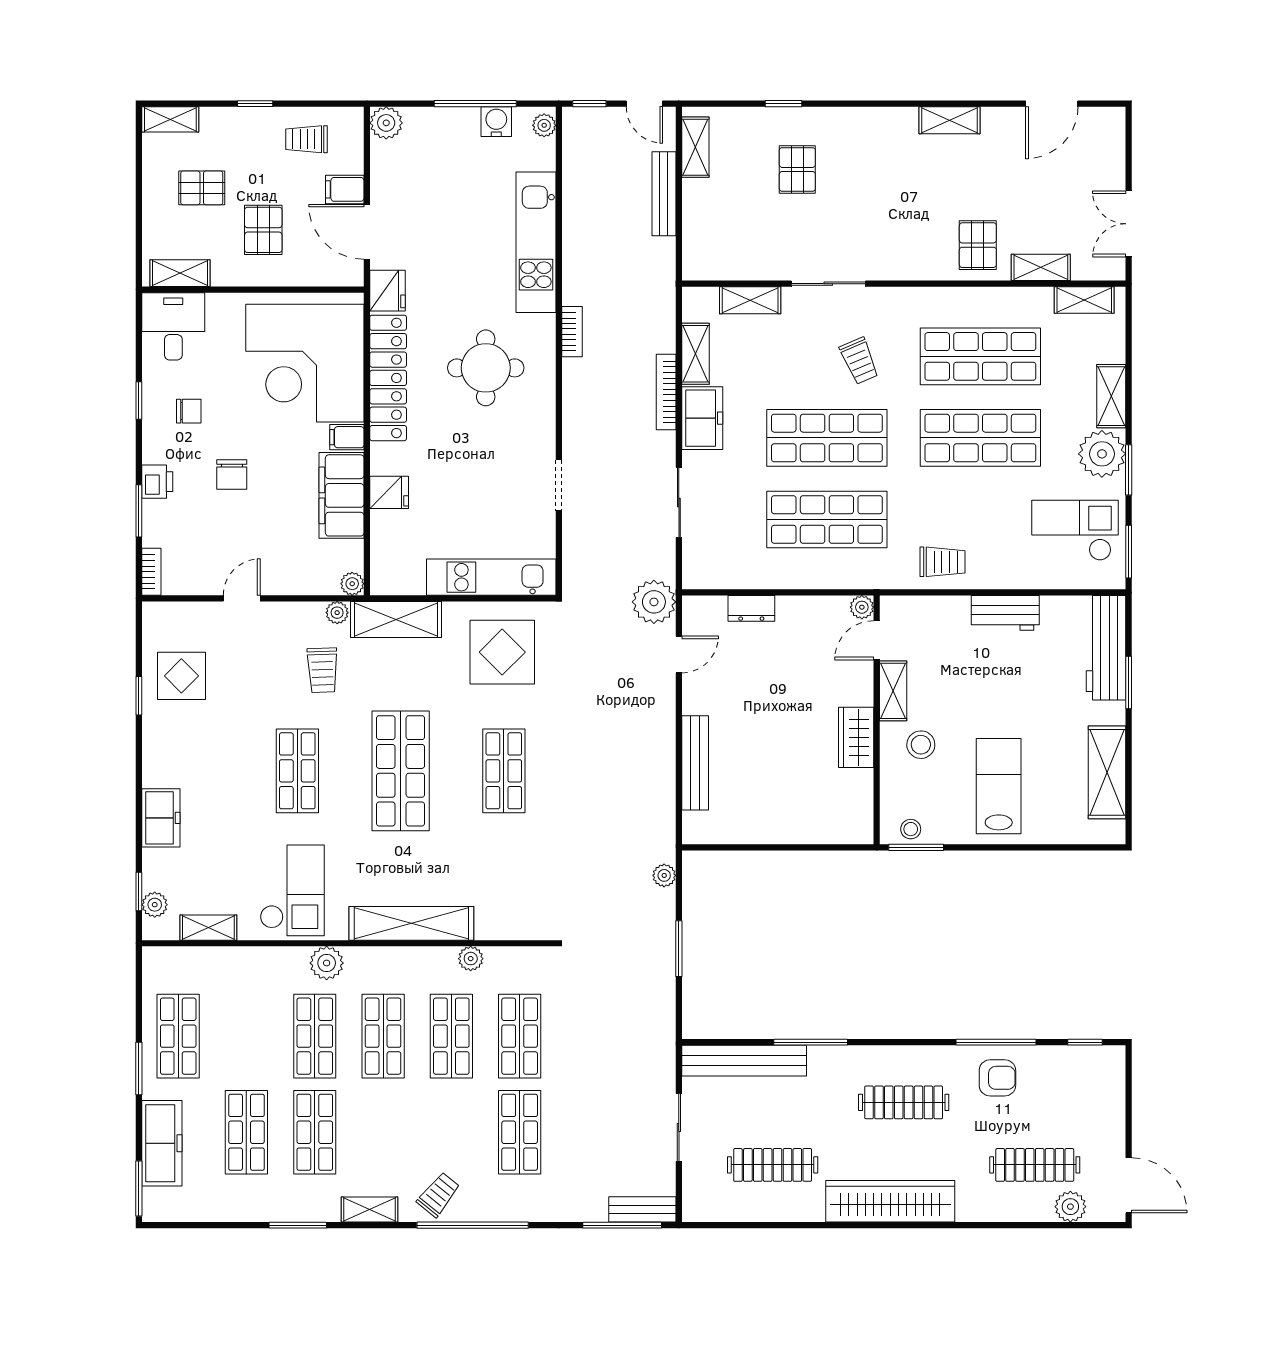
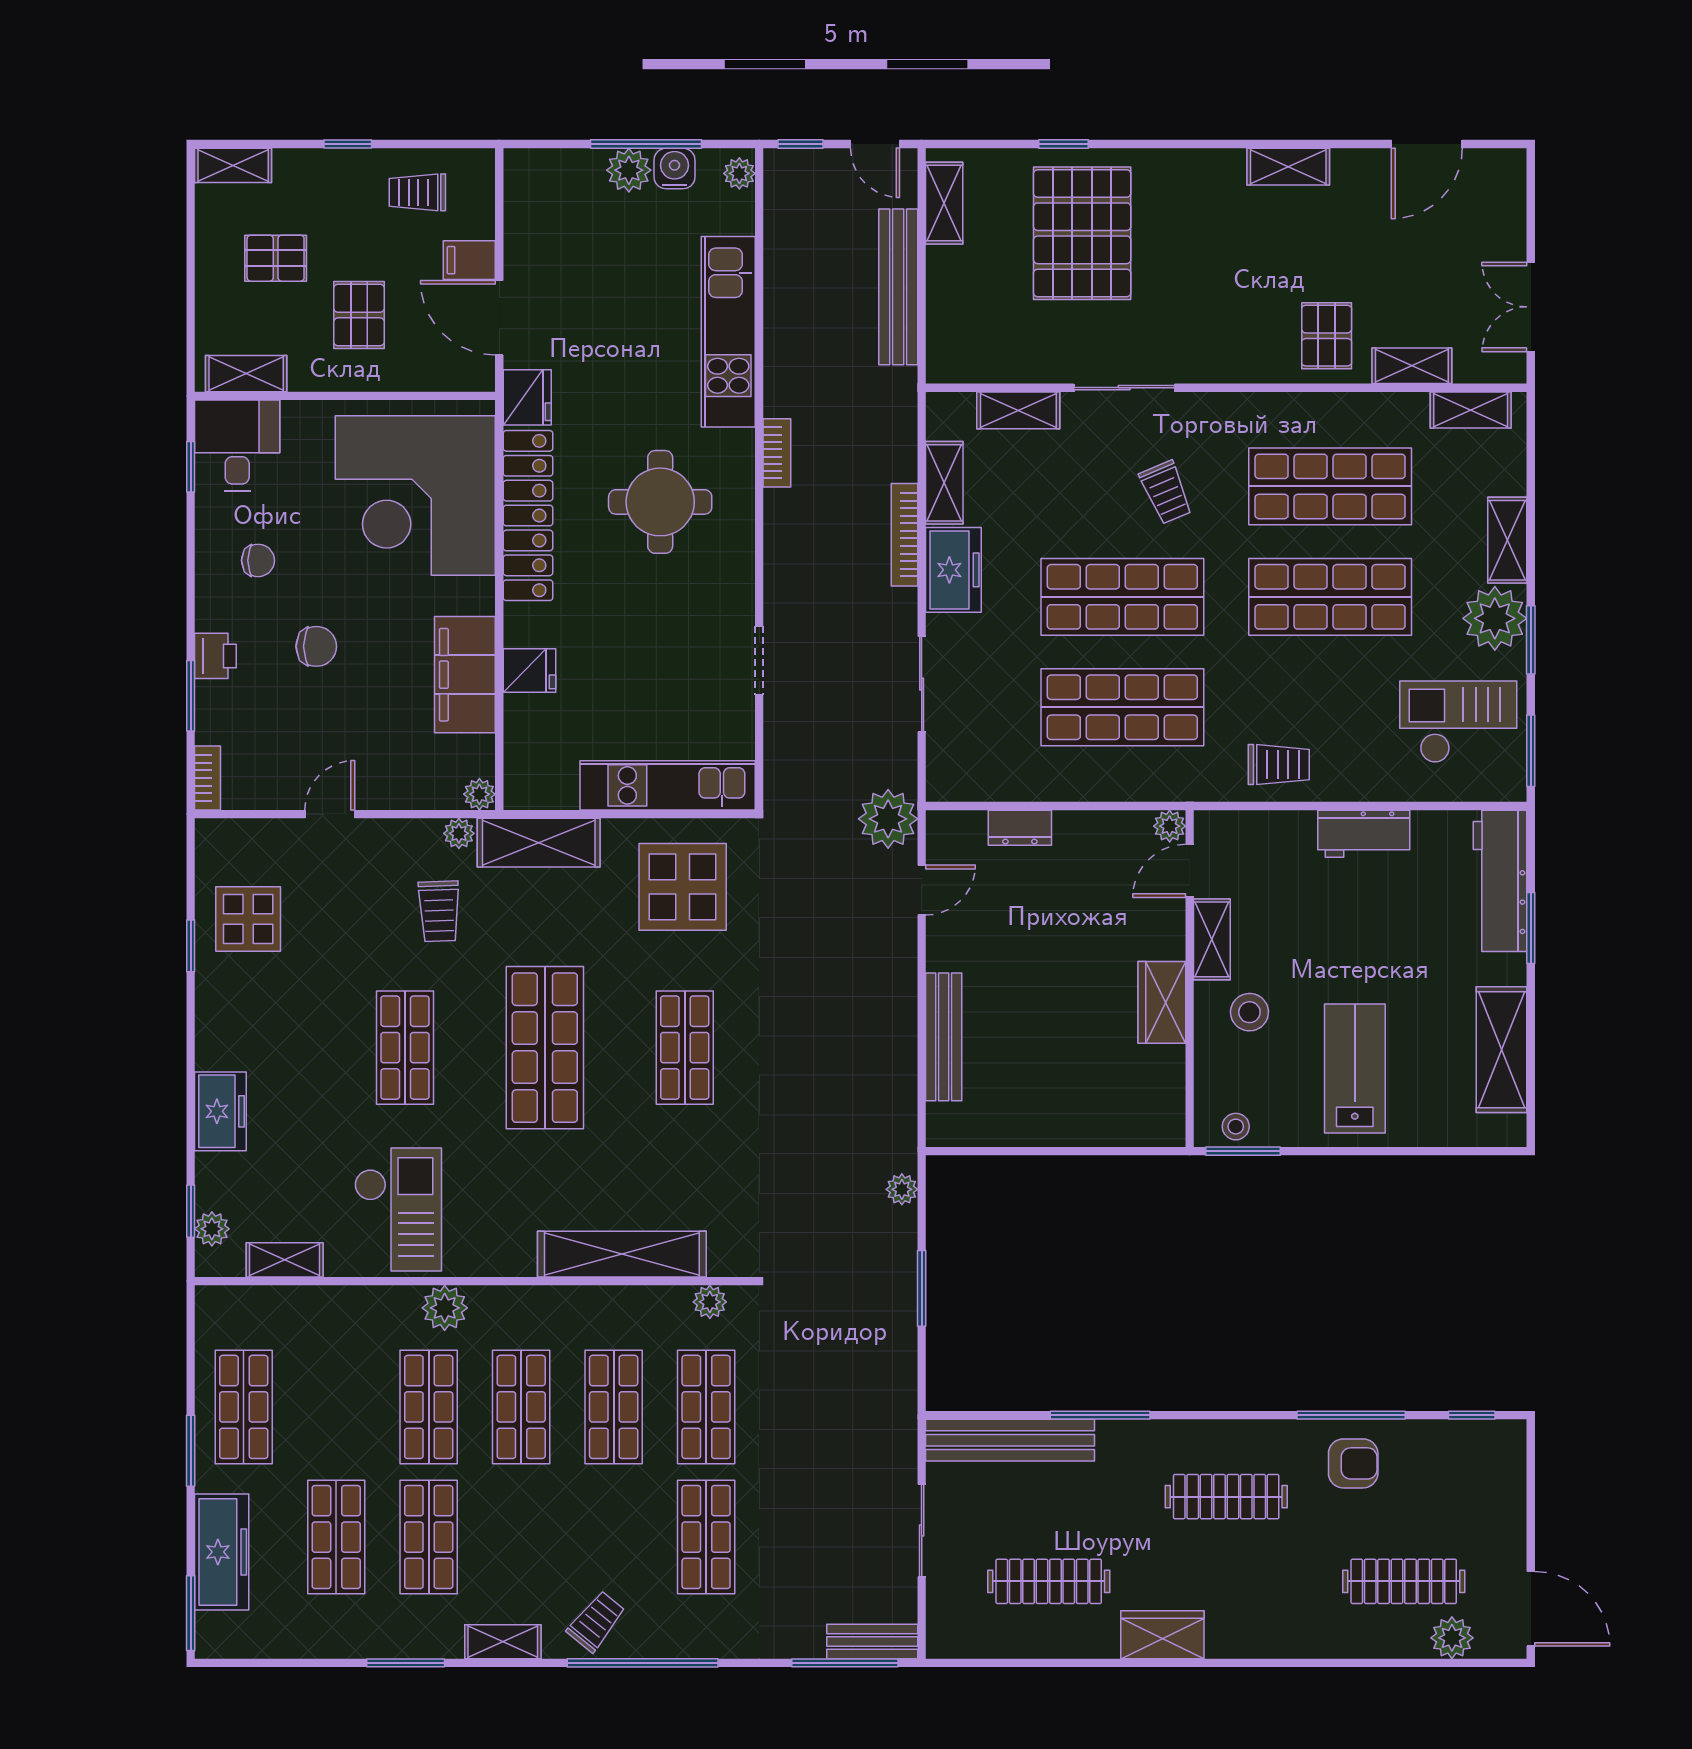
plant: (386, 123) -> (629, 170), moved
pallet: (797, 169) -> (1082, 233), width x2.05, depth x2.00
bench: (664, 194) -> (898, 287), width x1.37, depth x1.21
window: (139, 400) -> (191, 467), moved
filing cabinet: (347, 437) -> (472, 596), removed
chair: (232, 475) -> (316, 646), turned -90
shelving: (411, 923) -> (622, 1254), moved
plant: (471, 959) -> (710, 1302), moved
wardrobe: (890, 1201) -> (1162, 1635), width x0.48, depth x0.85

